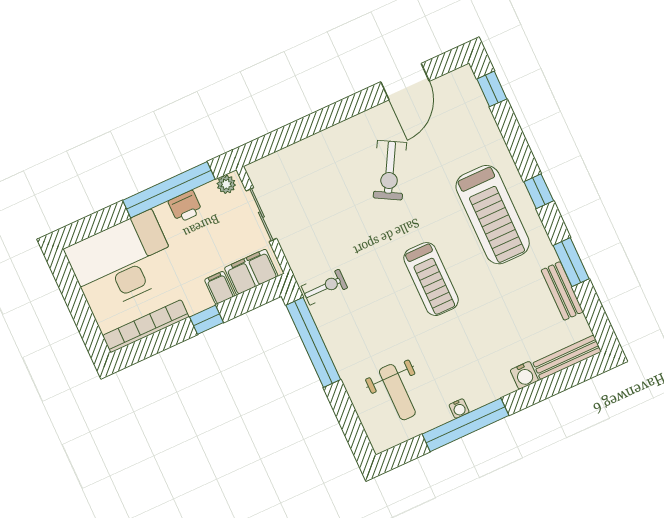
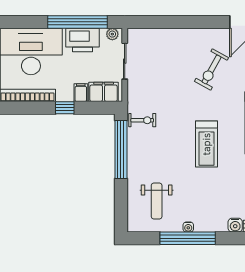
printer: (185, 207) -> (82, 40), width x1.87, depth x1.48

